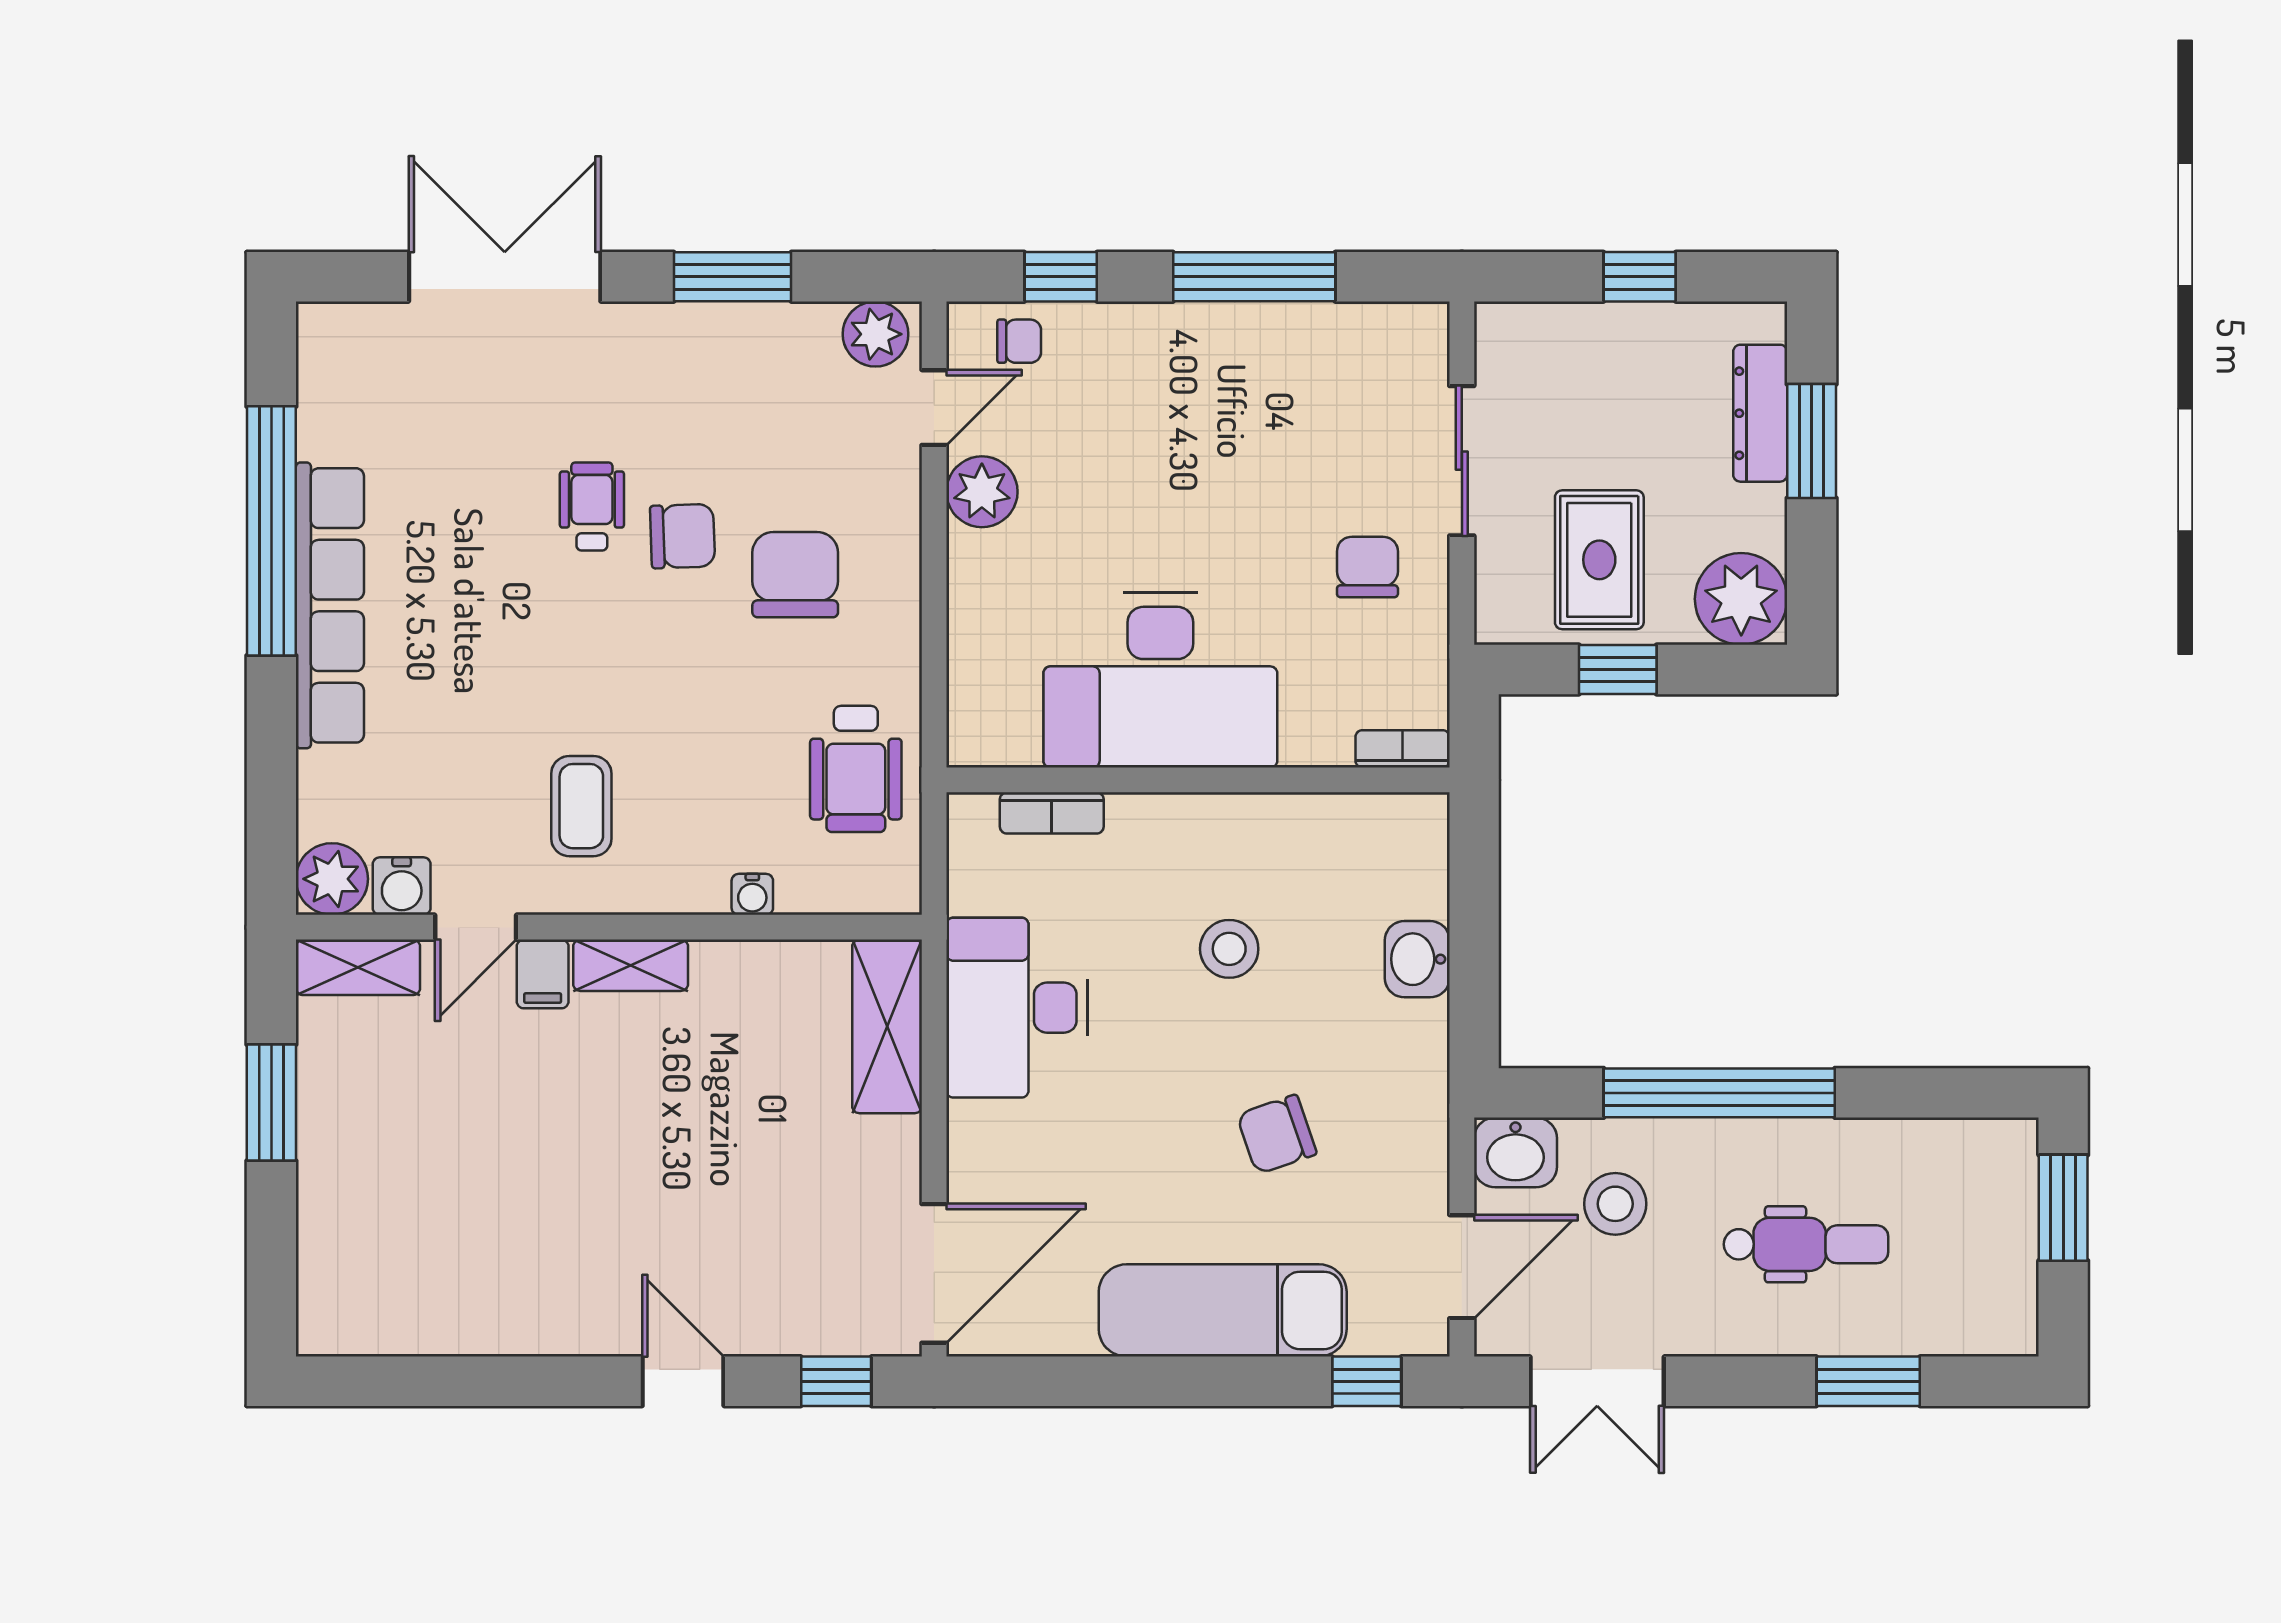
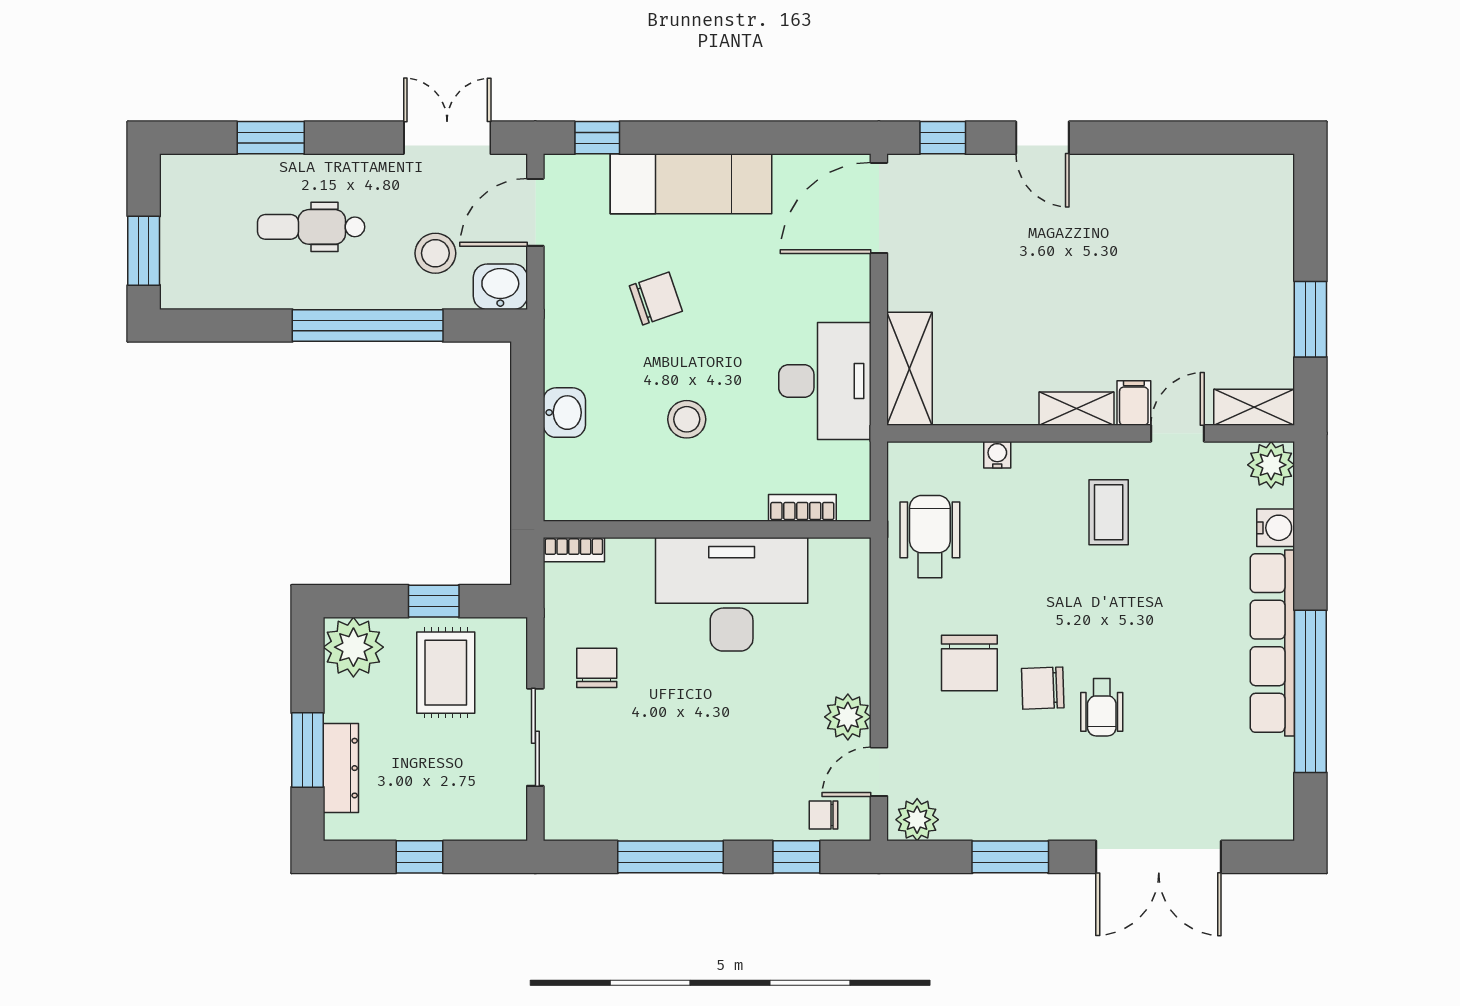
chair: (1367, 567) -> (597, 668), turned 180
water cooler: (402, 886) -> (1276, 528), moved, turned 90

